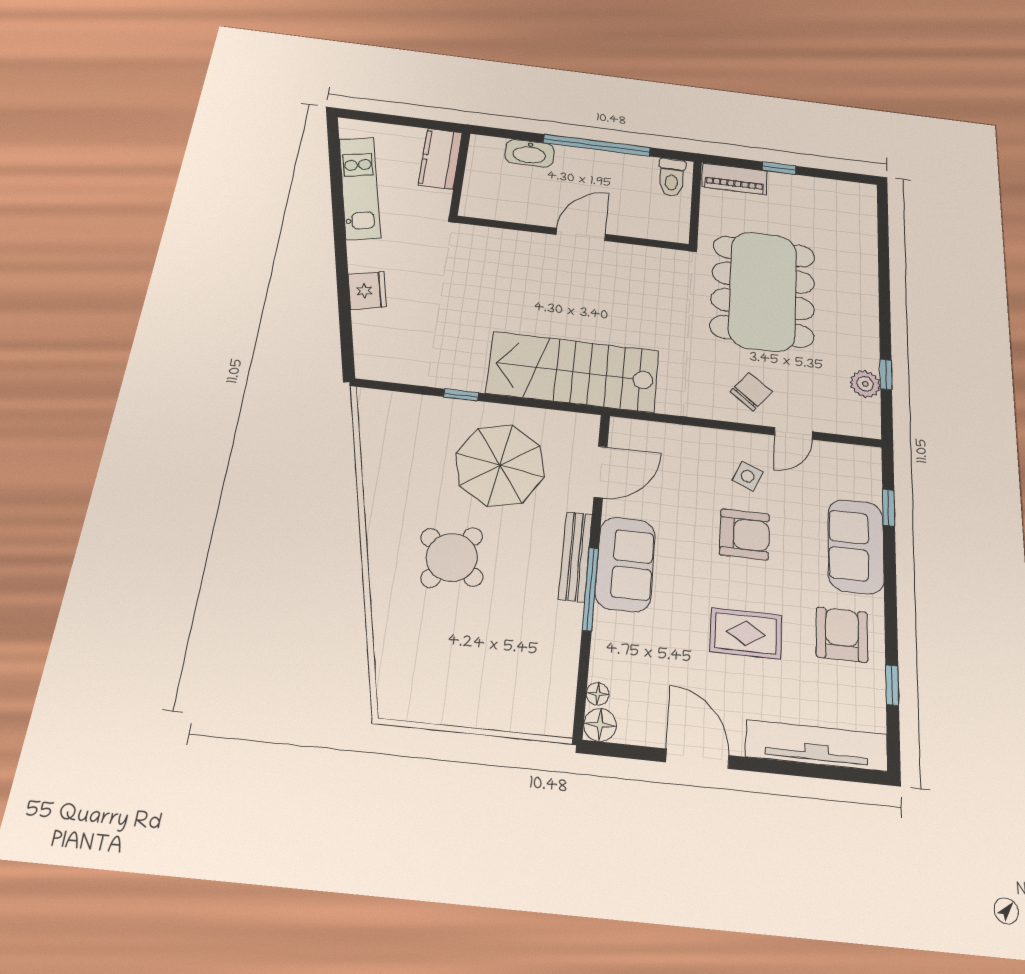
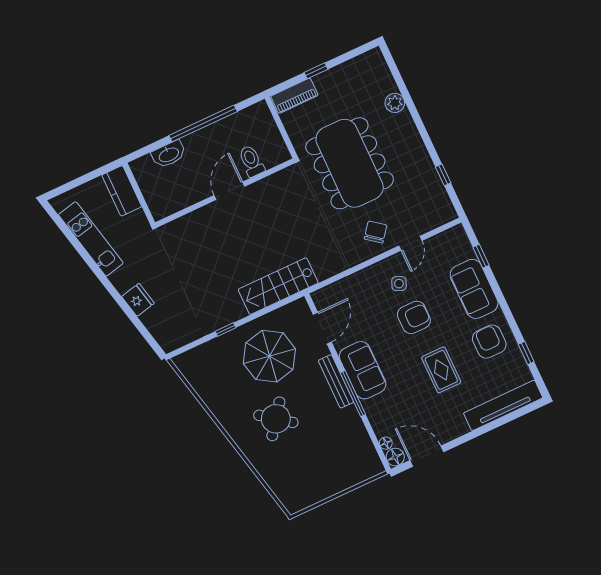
toilet: (672, 177) -> (251, 161), moved, turned 180
stairs: (573, 372) -> (278, 286), width x0.73, depth x0.66
plant: (865, 384) -> (395, 103), moved
rug: (746, 633) -> (441, 370), turned 90
door: (697, 759) -> (427, 456), moved

